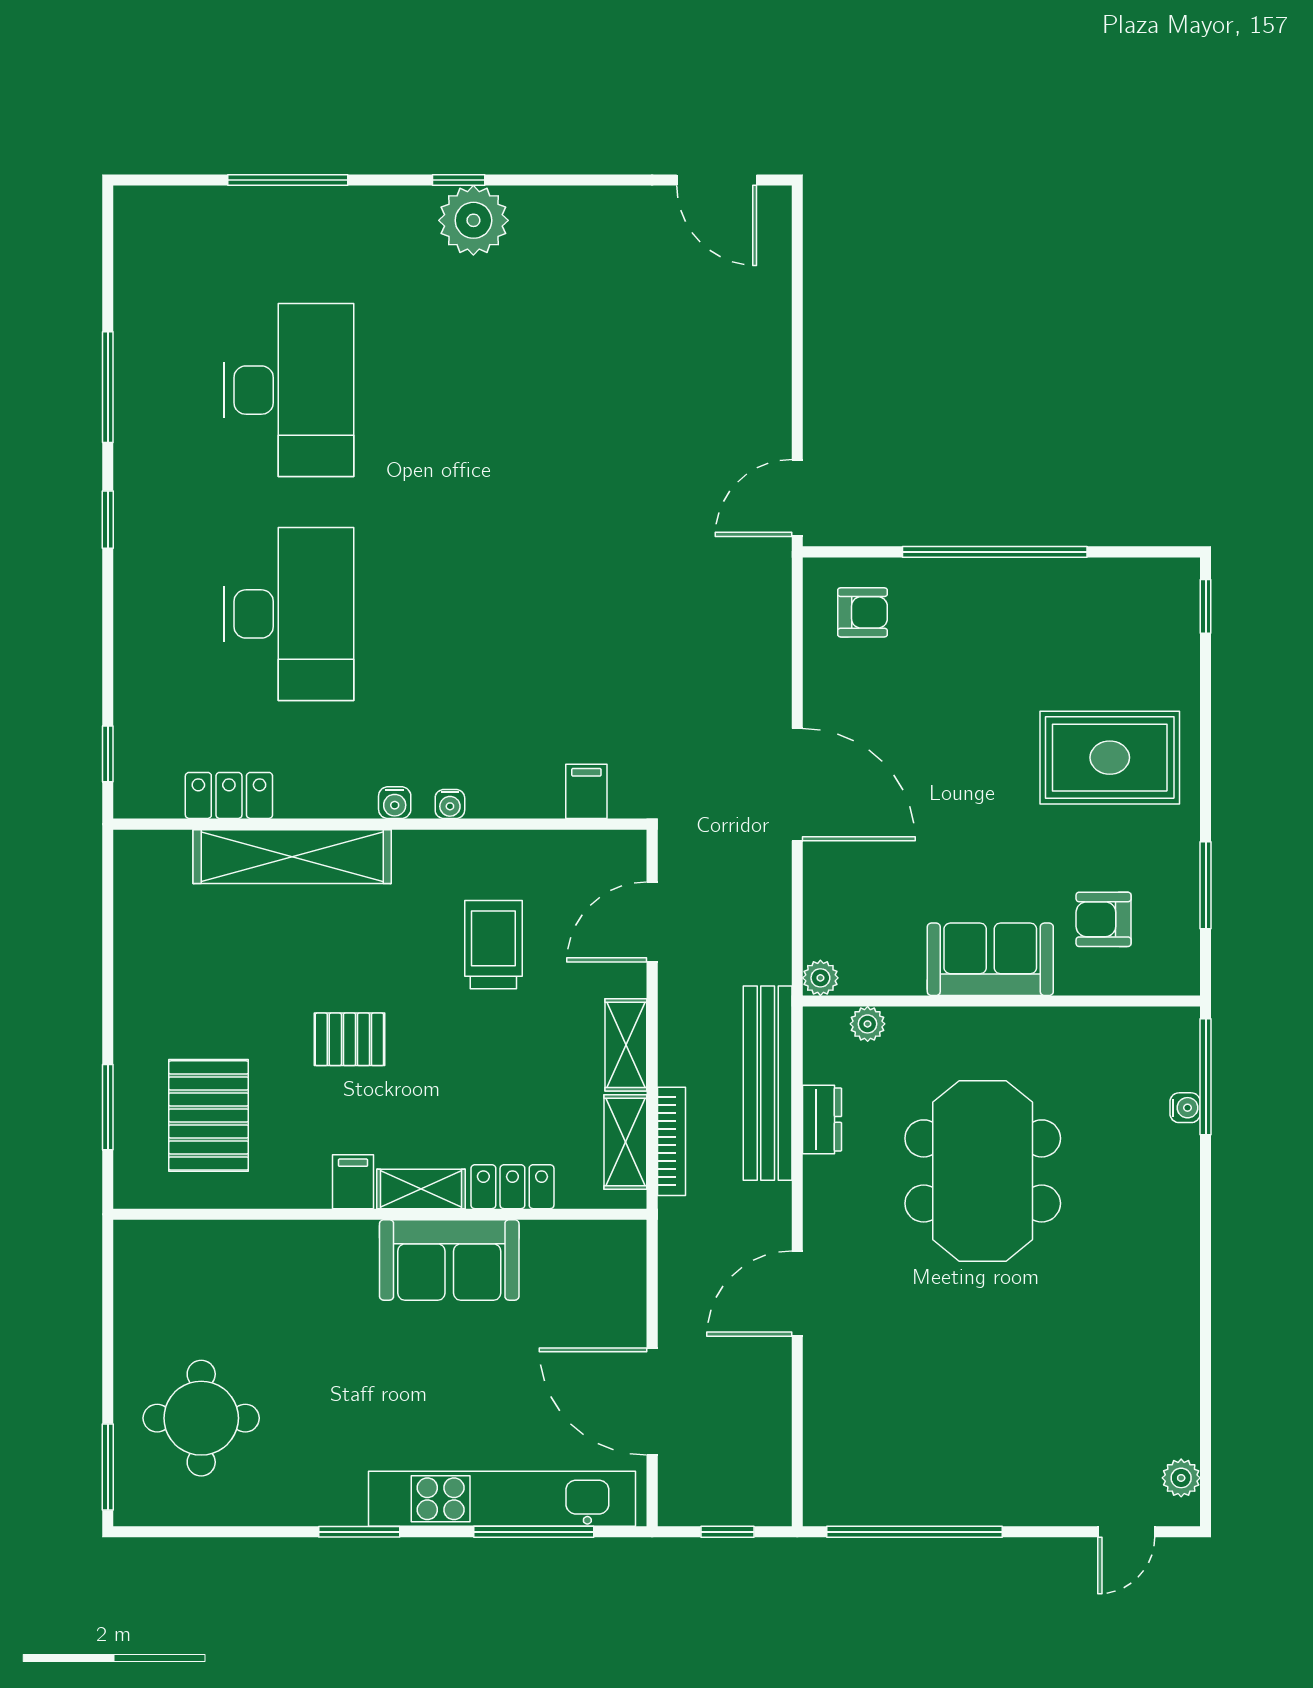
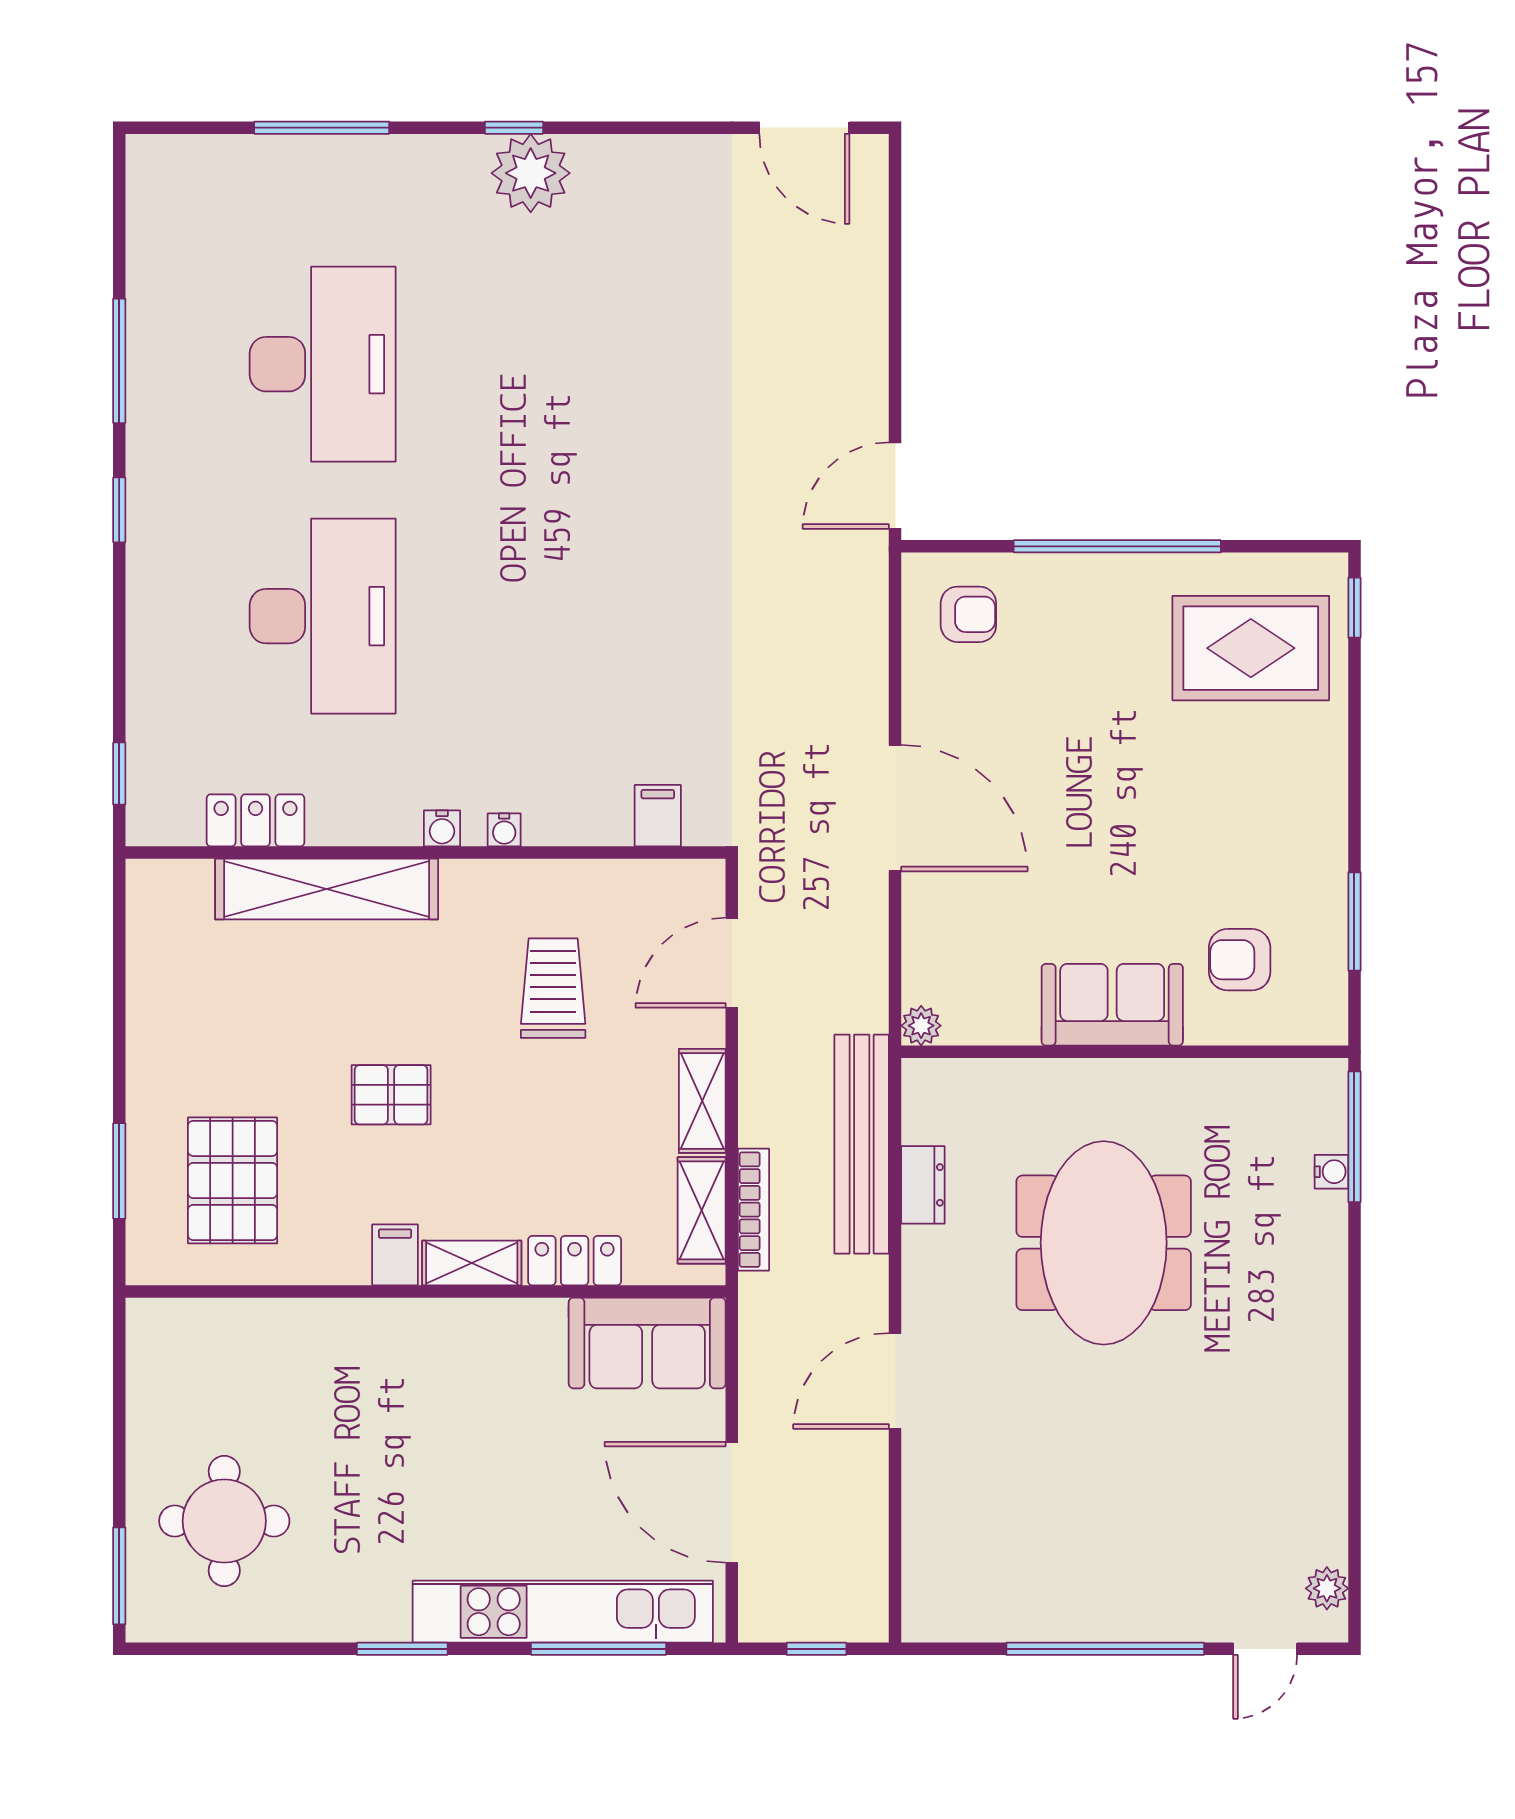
rug: (1110, 758) -> (1251, 648), moved
plant: (868, 1024) -> (974, 1077), removed
sofa: (449, 1260) -> (647, 1343), moved
window: (914, 1532) -> (1105, 1649), moved

